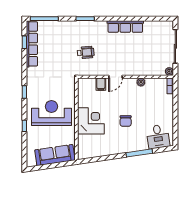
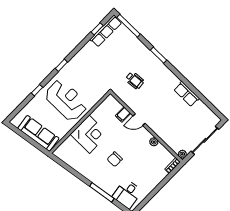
row of seats: (125, 27) -> (187, 94), width x0.68
row of seats: (32, 44) -> (106, 31), width x0.73

